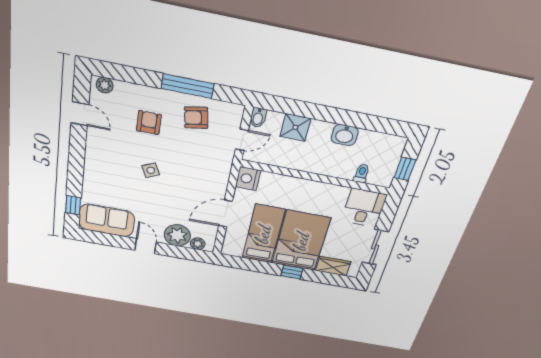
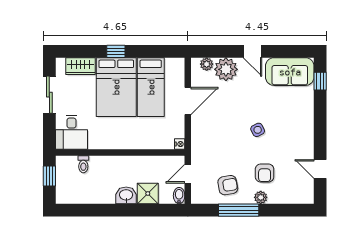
plant: (105, 85) -> (261, 197), moved
washbasin: (345, 135) -> (126, 195), moved
nightstand: (248, 179) -> (180, 144), width x0.53, depth x0.56

